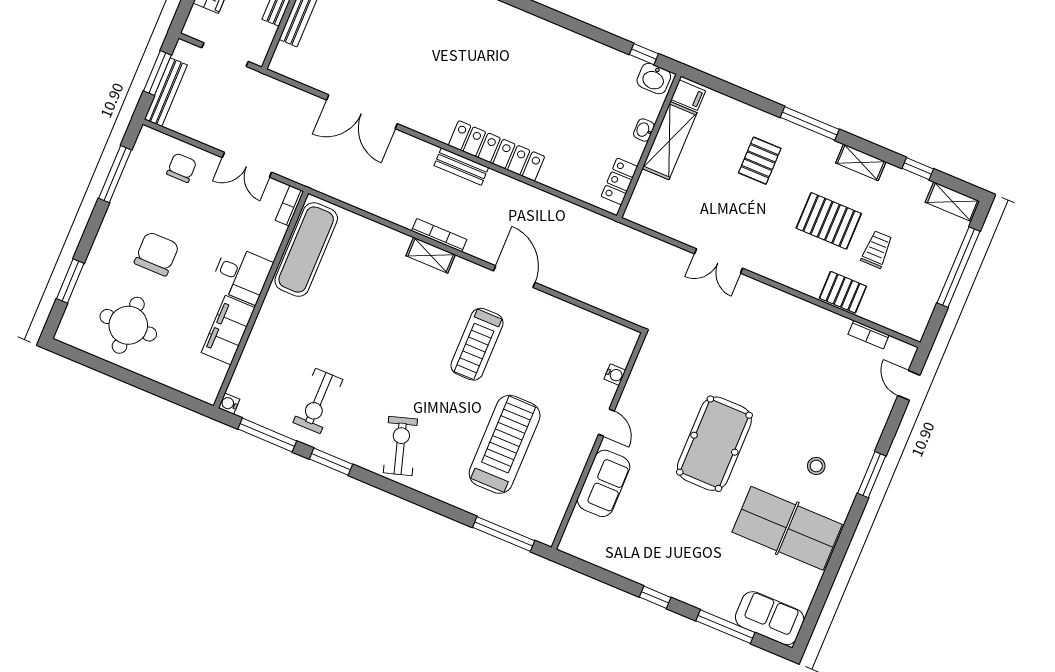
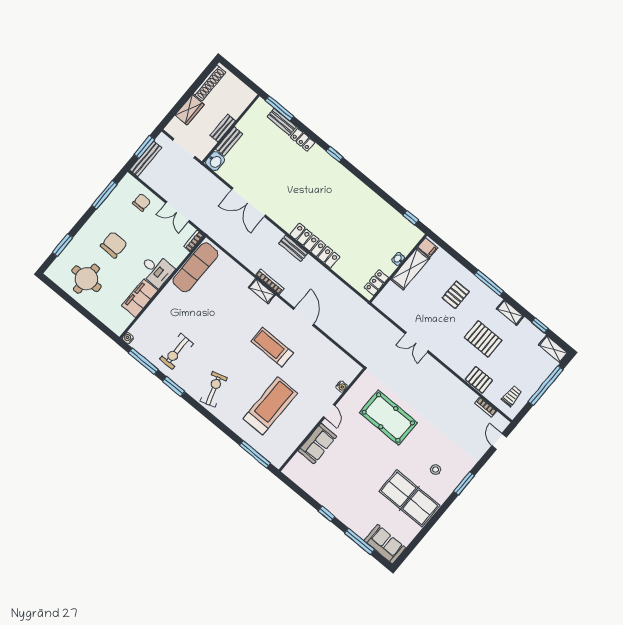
washbasin: (654, 79) -> (215, 161), moved, turned -90
trolley: (877, 249) -> (512, 396), moved
treadmill: (477, 344) -> (272, 347), turned 90
pool table: (714, 444) -> (388, 418), moved, turned 90

